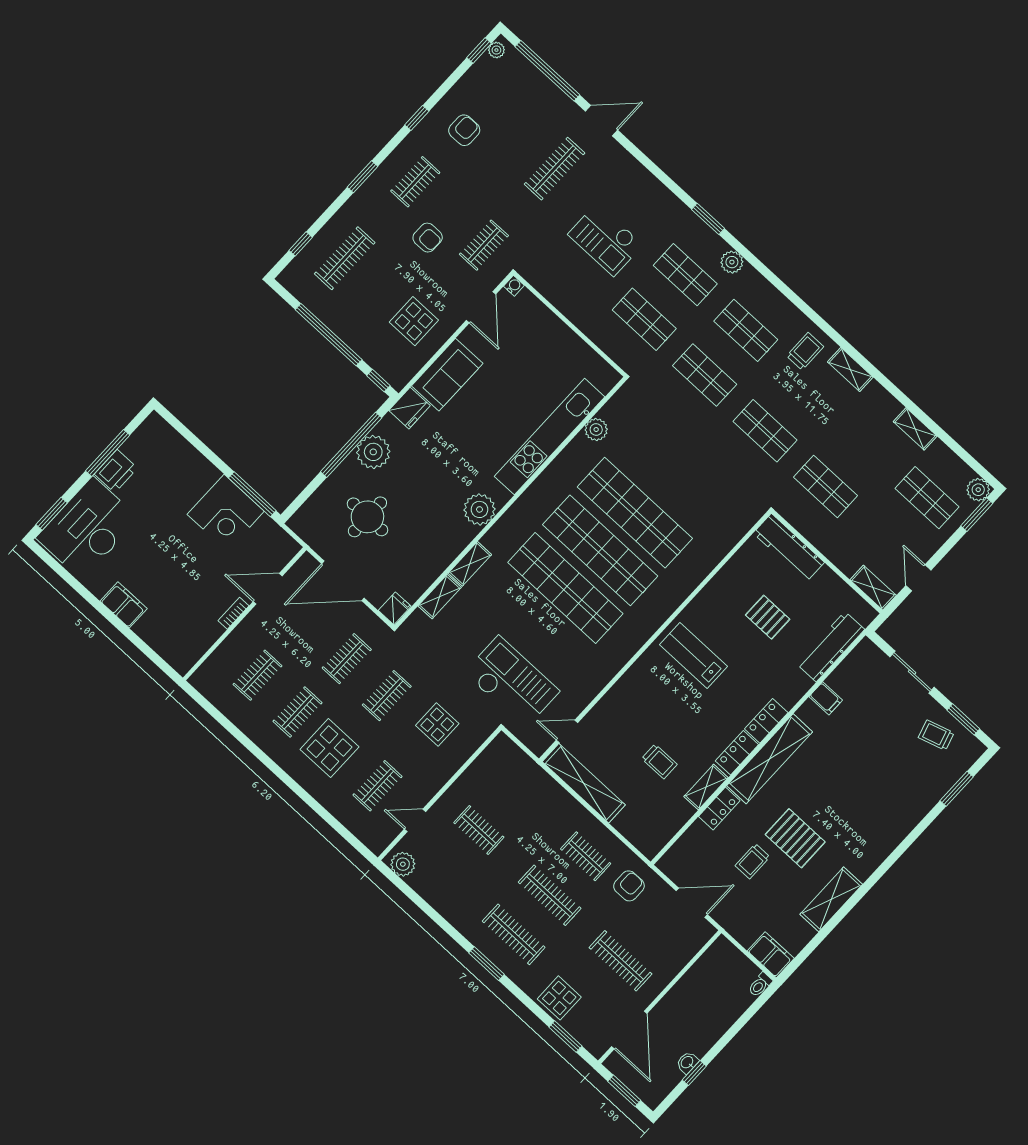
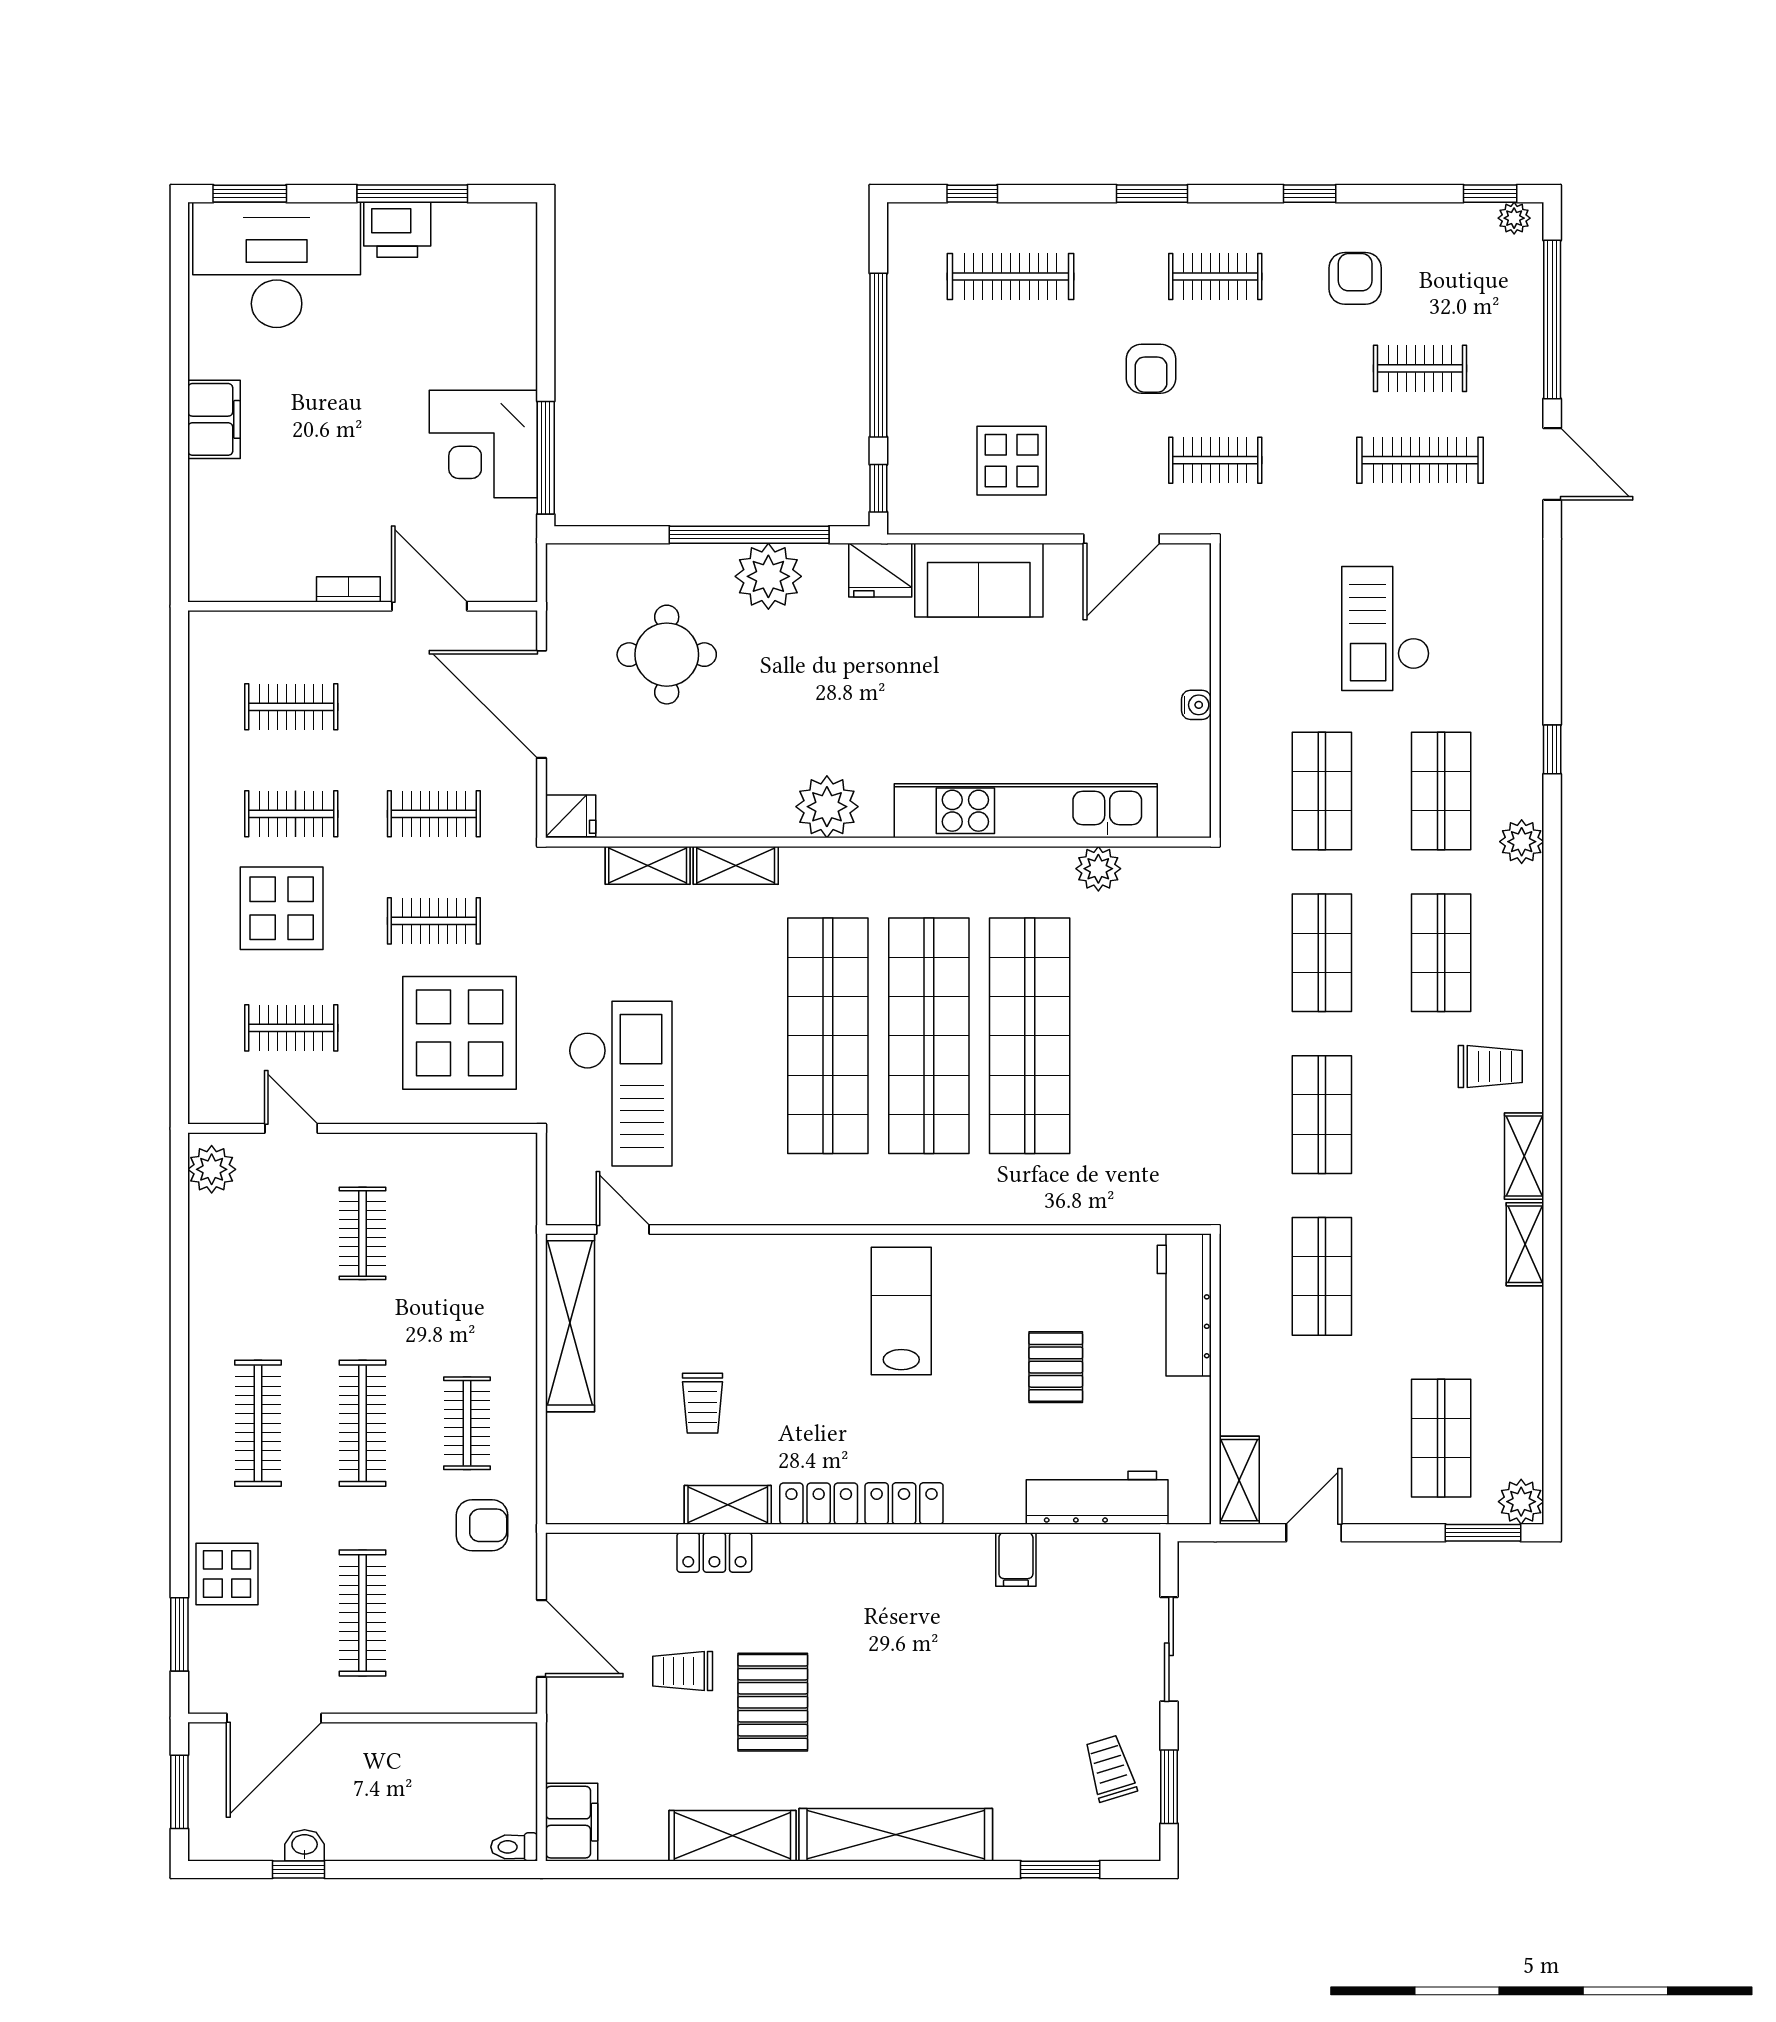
armchair: (464, 130) -> (1355, 278), turned -90
clothes rail: (520, 137) -> (1420, 368), added
window: (708, 219) -> (1552, 749), width x0.67
water cooler: (514, 286) -> (1196, 705), moved
shelving: (915, 429) -> (1525, 1244), moved
display table: (437, 725) -> (460, 1033), width x1.86, depth x1.86
shelving: (770, 759) -> (896, 1835), moved
window: (486, 964) -> (179, 1423), removed

